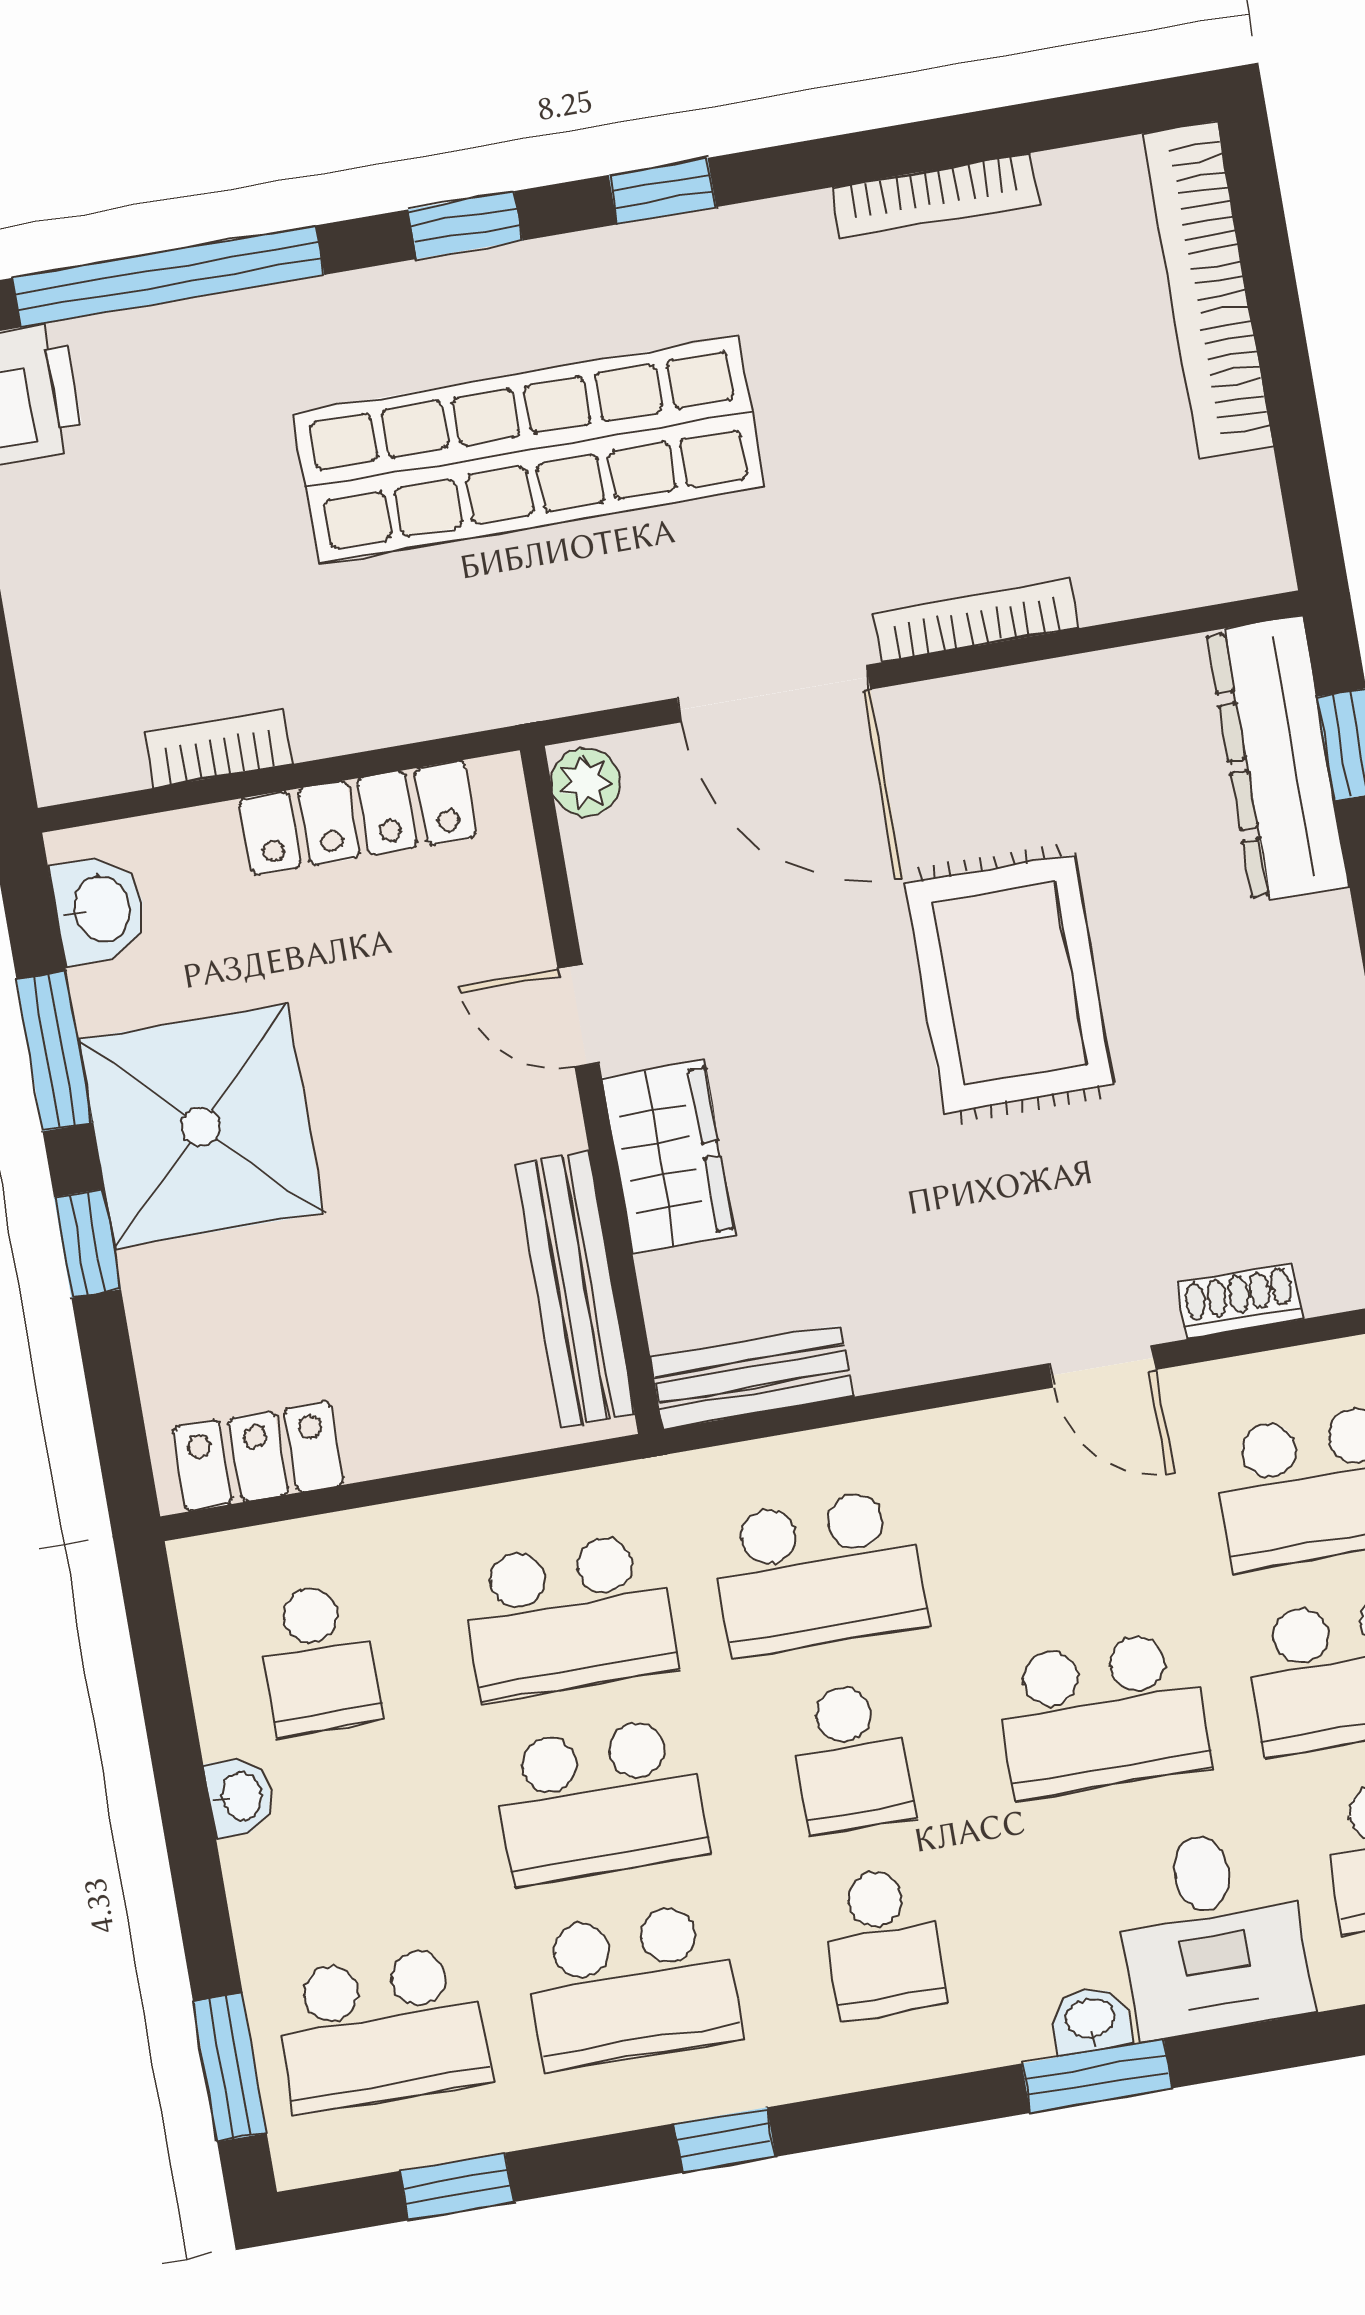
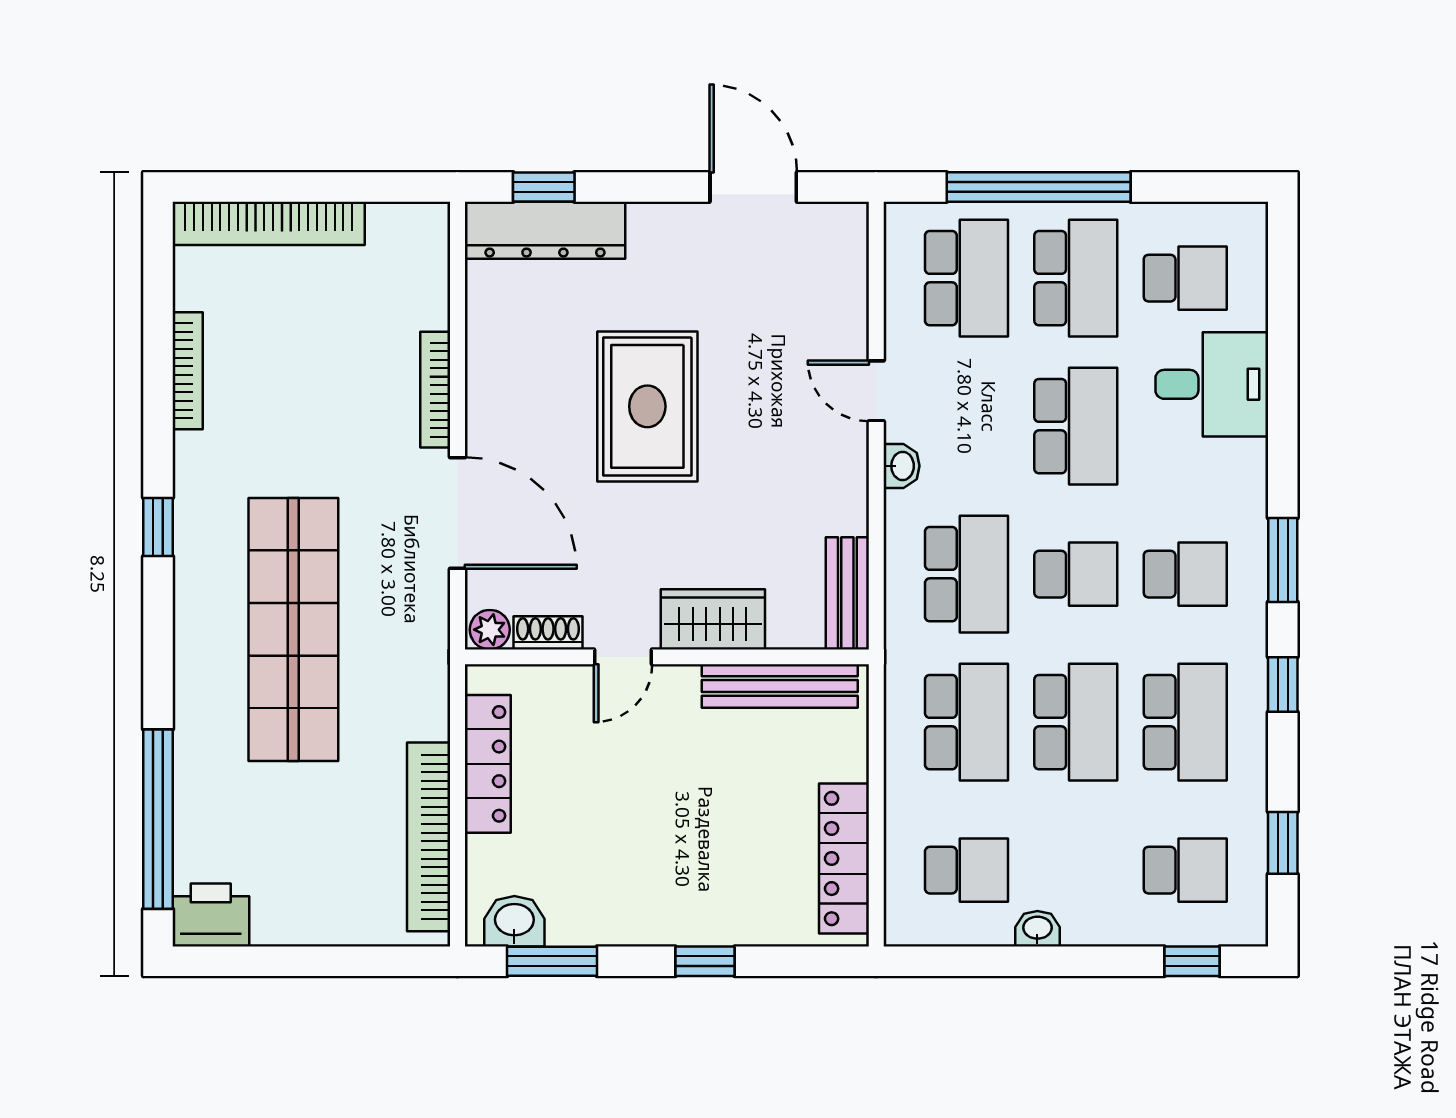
window: (465, 225) -> (158, 643), removed
door: (774, 694) -> (457, 513), hinge flipped
bookcase: (219, 748) -> (429, 837), width x2.31, depth x1.31
rug: (1009, 984) -> (647, 406), turned 90
window: (54, 1051) -> (552, 961), moved
shower: (201, 1126) -> (649, 885), removed
shoe rack: (1239, 1301) -> (548, 633), moved, turned 90
door: (1103, 1366) -> (876, 391), swing flipped
locker: (258, 1456) -> (844, 859), width x1.53
washbasin: (1090, 2020) -> (901, 466), moved, turned 180
school desk: (382, 2029) -> (1185, 870), width x0.54
window: (230, 2067) -> (1192, 961), width x0.67
window: (1097, 2076) -> (1283, 560), moved

